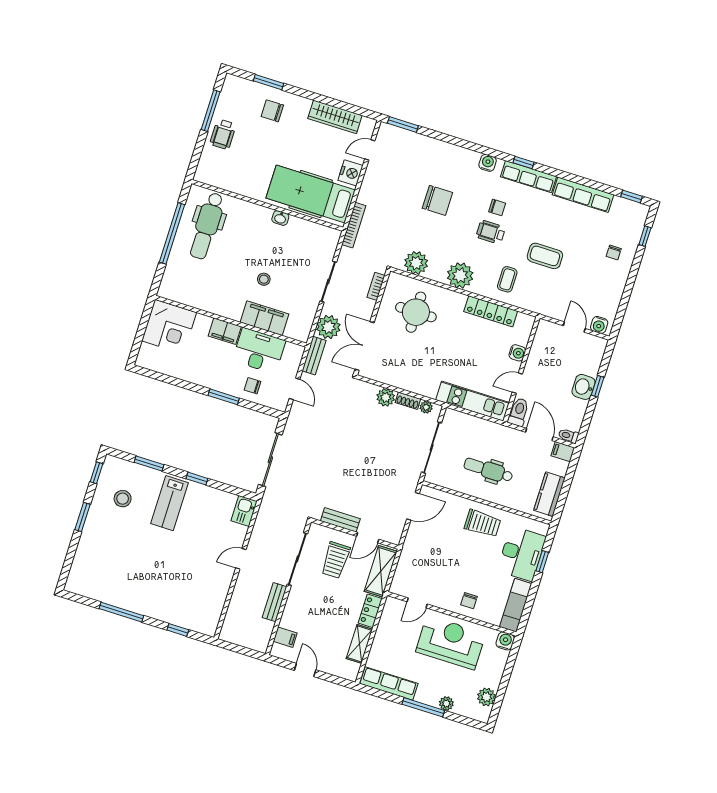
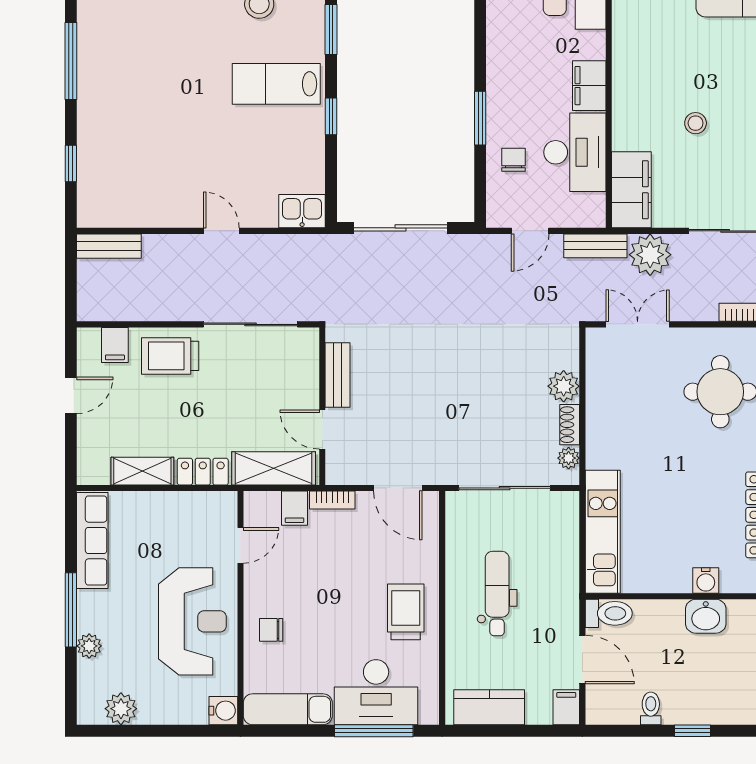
filing cabinet: (264, 318) -> (631, 190), moved
double door: (365, 346) -> (638, 324), width x0.73
door: (517, 383) -> (656, 596), removed
washbasin: (584, 387) -> (706, 616), moved, turned 180
door: (539, 434) -> (582, 660), hinge flipped
toilet: (569, 436) -> (651, 708), moved
trolley: (483, 523) -> (406, 612), turned 180
bookcase: (408, 544) -> (332, 500), added
trolley: (336, 560) -> (170, 356), moved
window: (542, 562) -> (374, 731), width x2.17
filing cabinet: (406, 567) -> (295, 508), added
bench: (275, 602) -> (109, 246), moved
door: (417, 603) -> (240, 545), swing flipped

